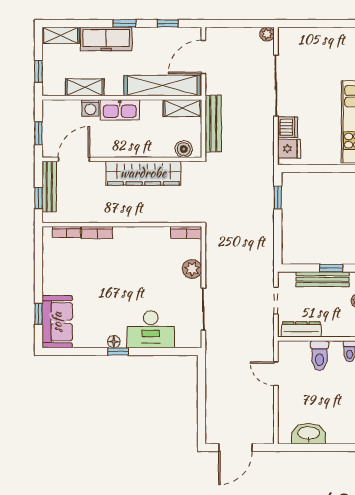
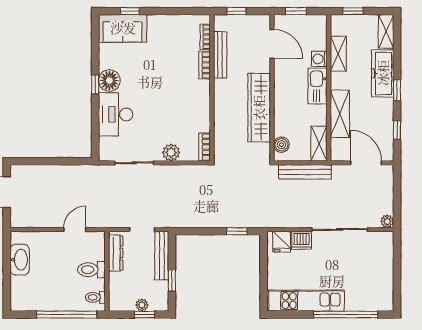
shelving: (162, 86) -> (340, 114), width x0.68
bench: (49, 187) -> (220, 55), moved, turned 90
bench: (323, 279) -> (162, 256), moved
floor lamp: (114, 342) -> (109, 80), width x1.89, depth x1.89

